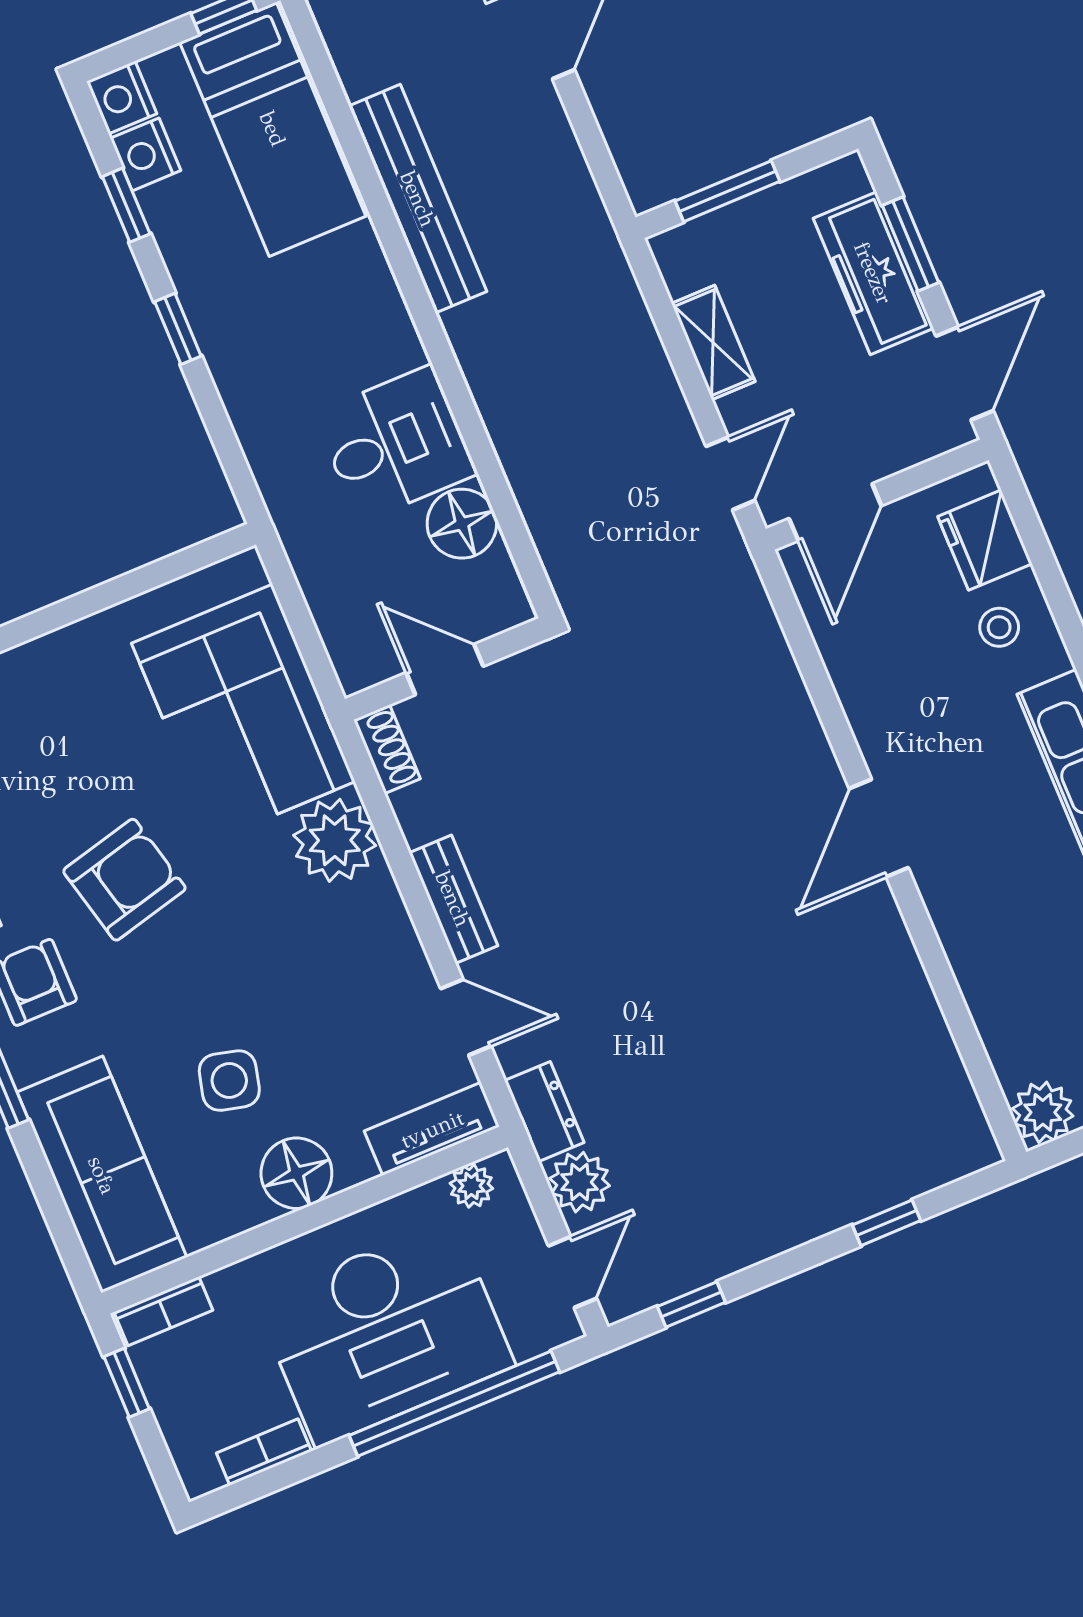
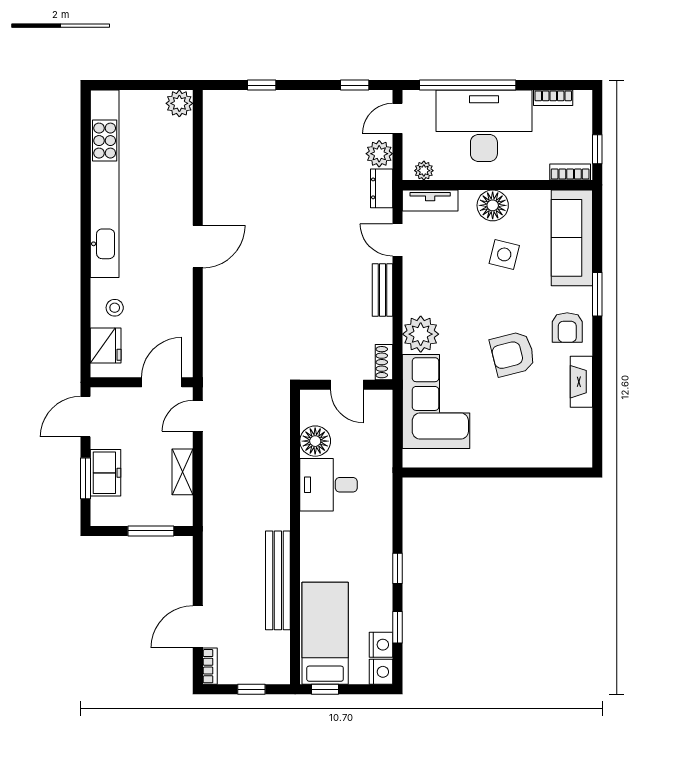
freezer: (873, 273) -> (106, 473), width x0.71

